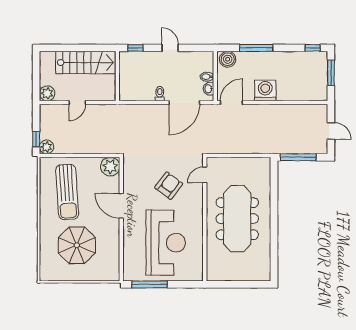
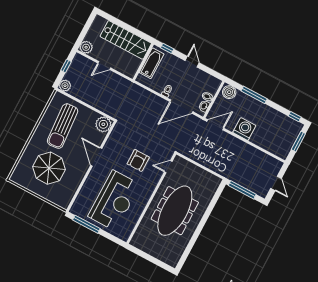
bathtub: (127, 73) -> (152, 63), added
window: (36, 139) -> (66, 66), moved
armchair: (169, 186) -> (138, 160), turned 143

